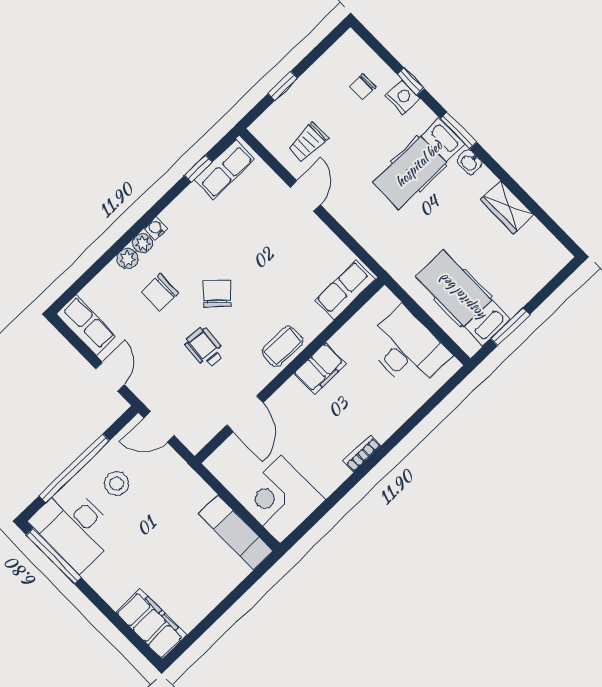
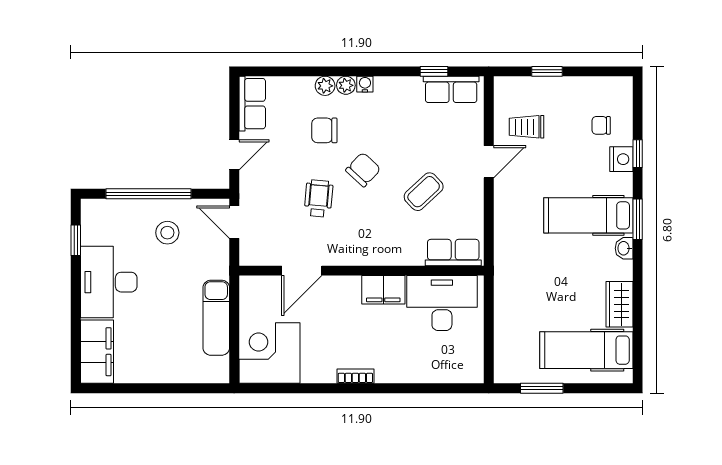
hospital bed: (463, 298) -> (586, 350), moved, turned -90
coffee table: (283, 347) -> (424, 192), moved, turned -43
desk: (407, 349) -> (442, 303), moved, turned -90
desk: (74, 528) -> (109, 282), moved
exam couch: (236, 532) -> (216, 318), moved
window: (54, 556) -> (76, 240), width x0.46

